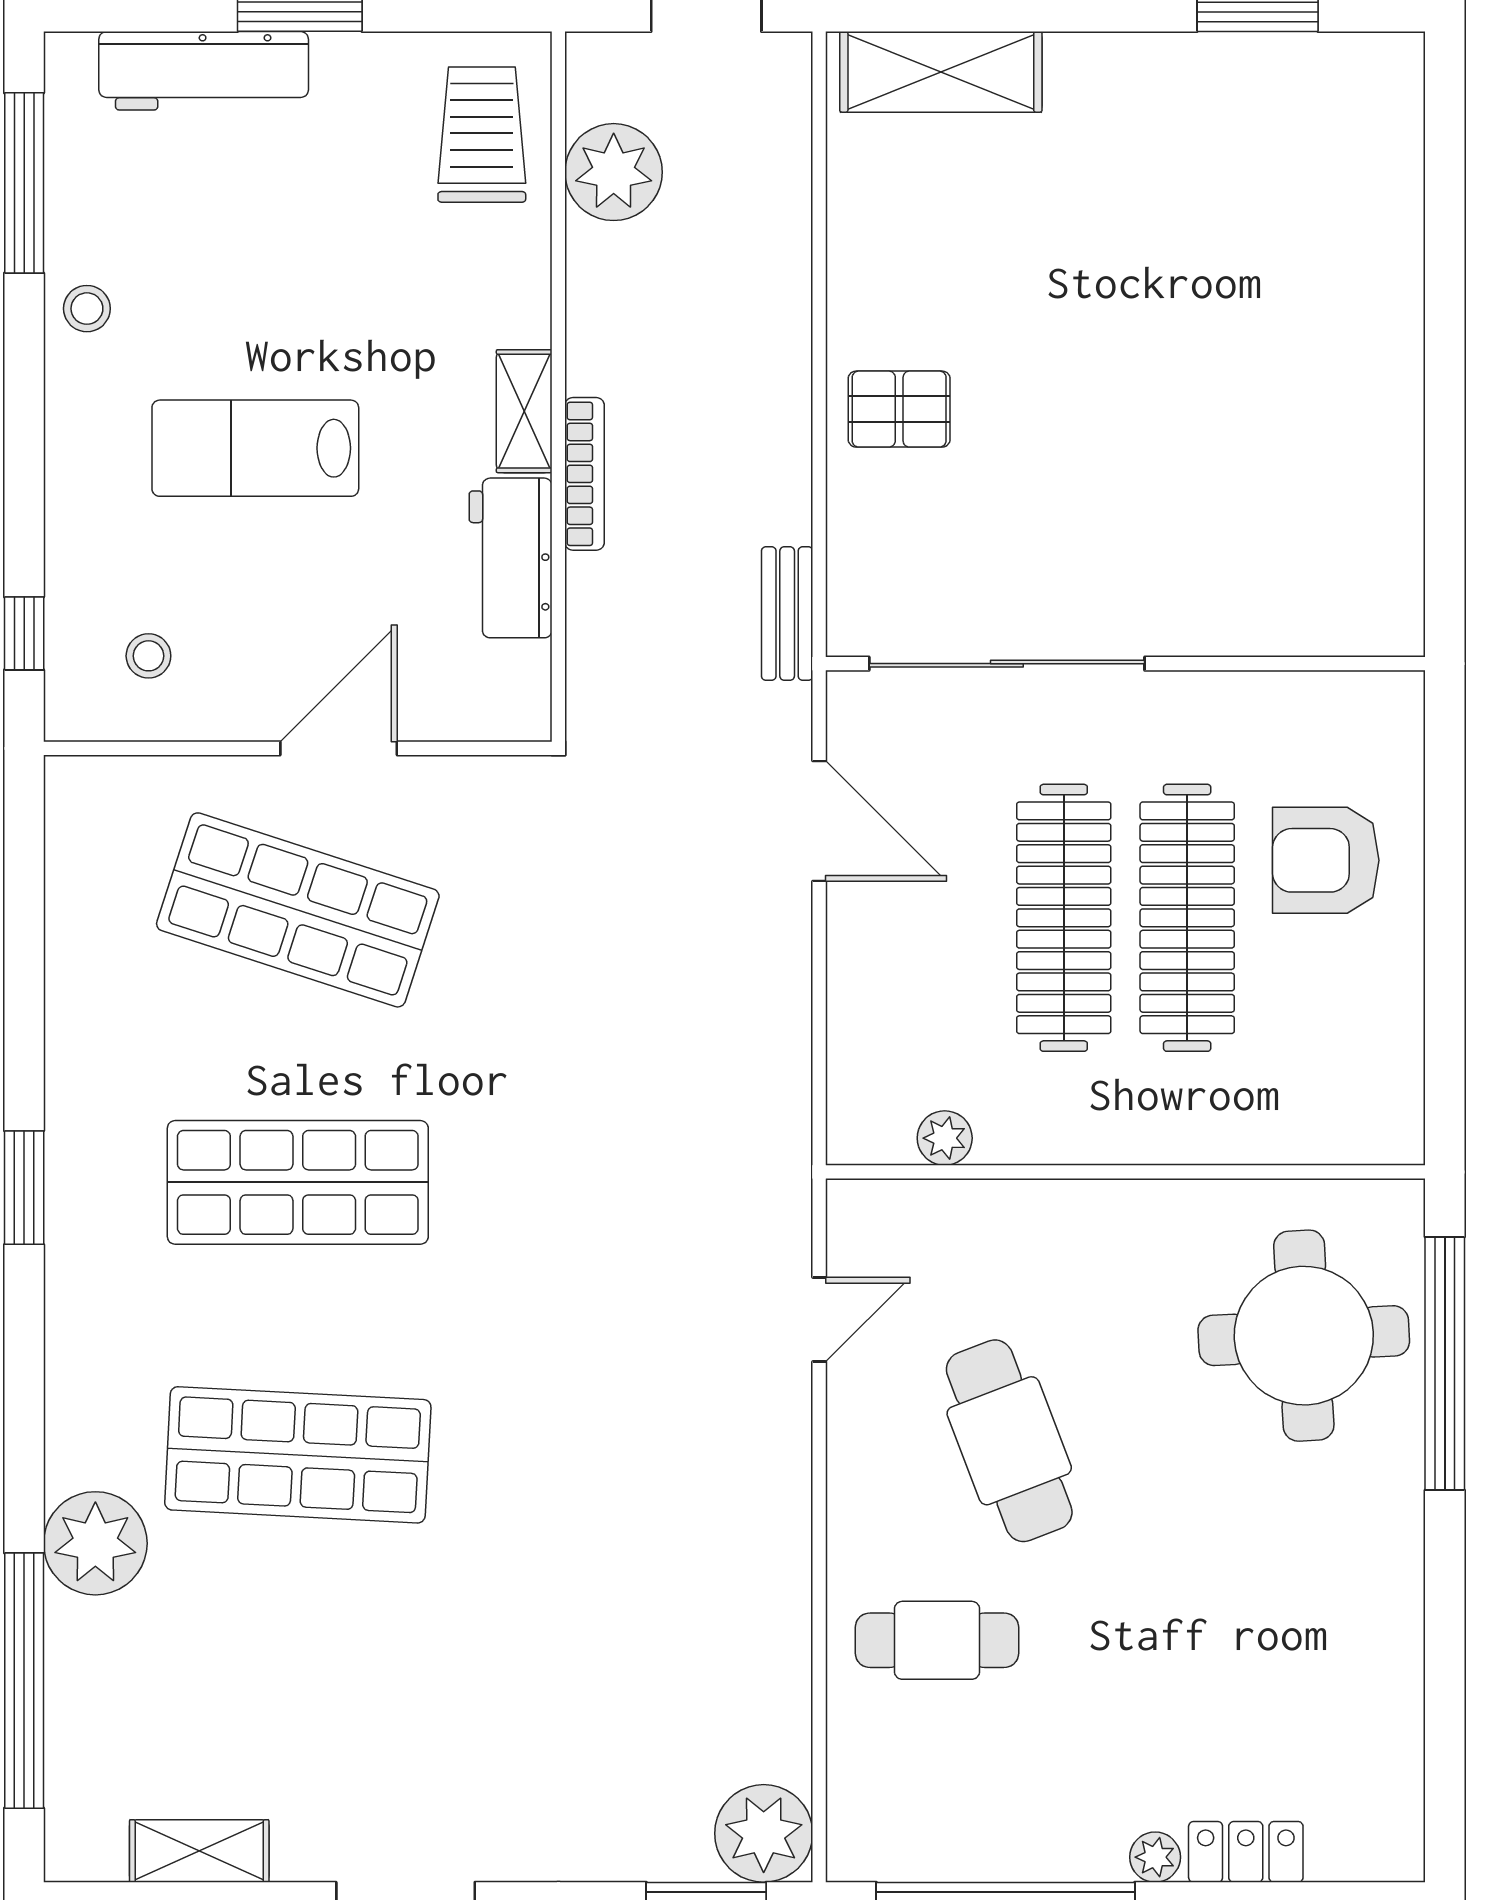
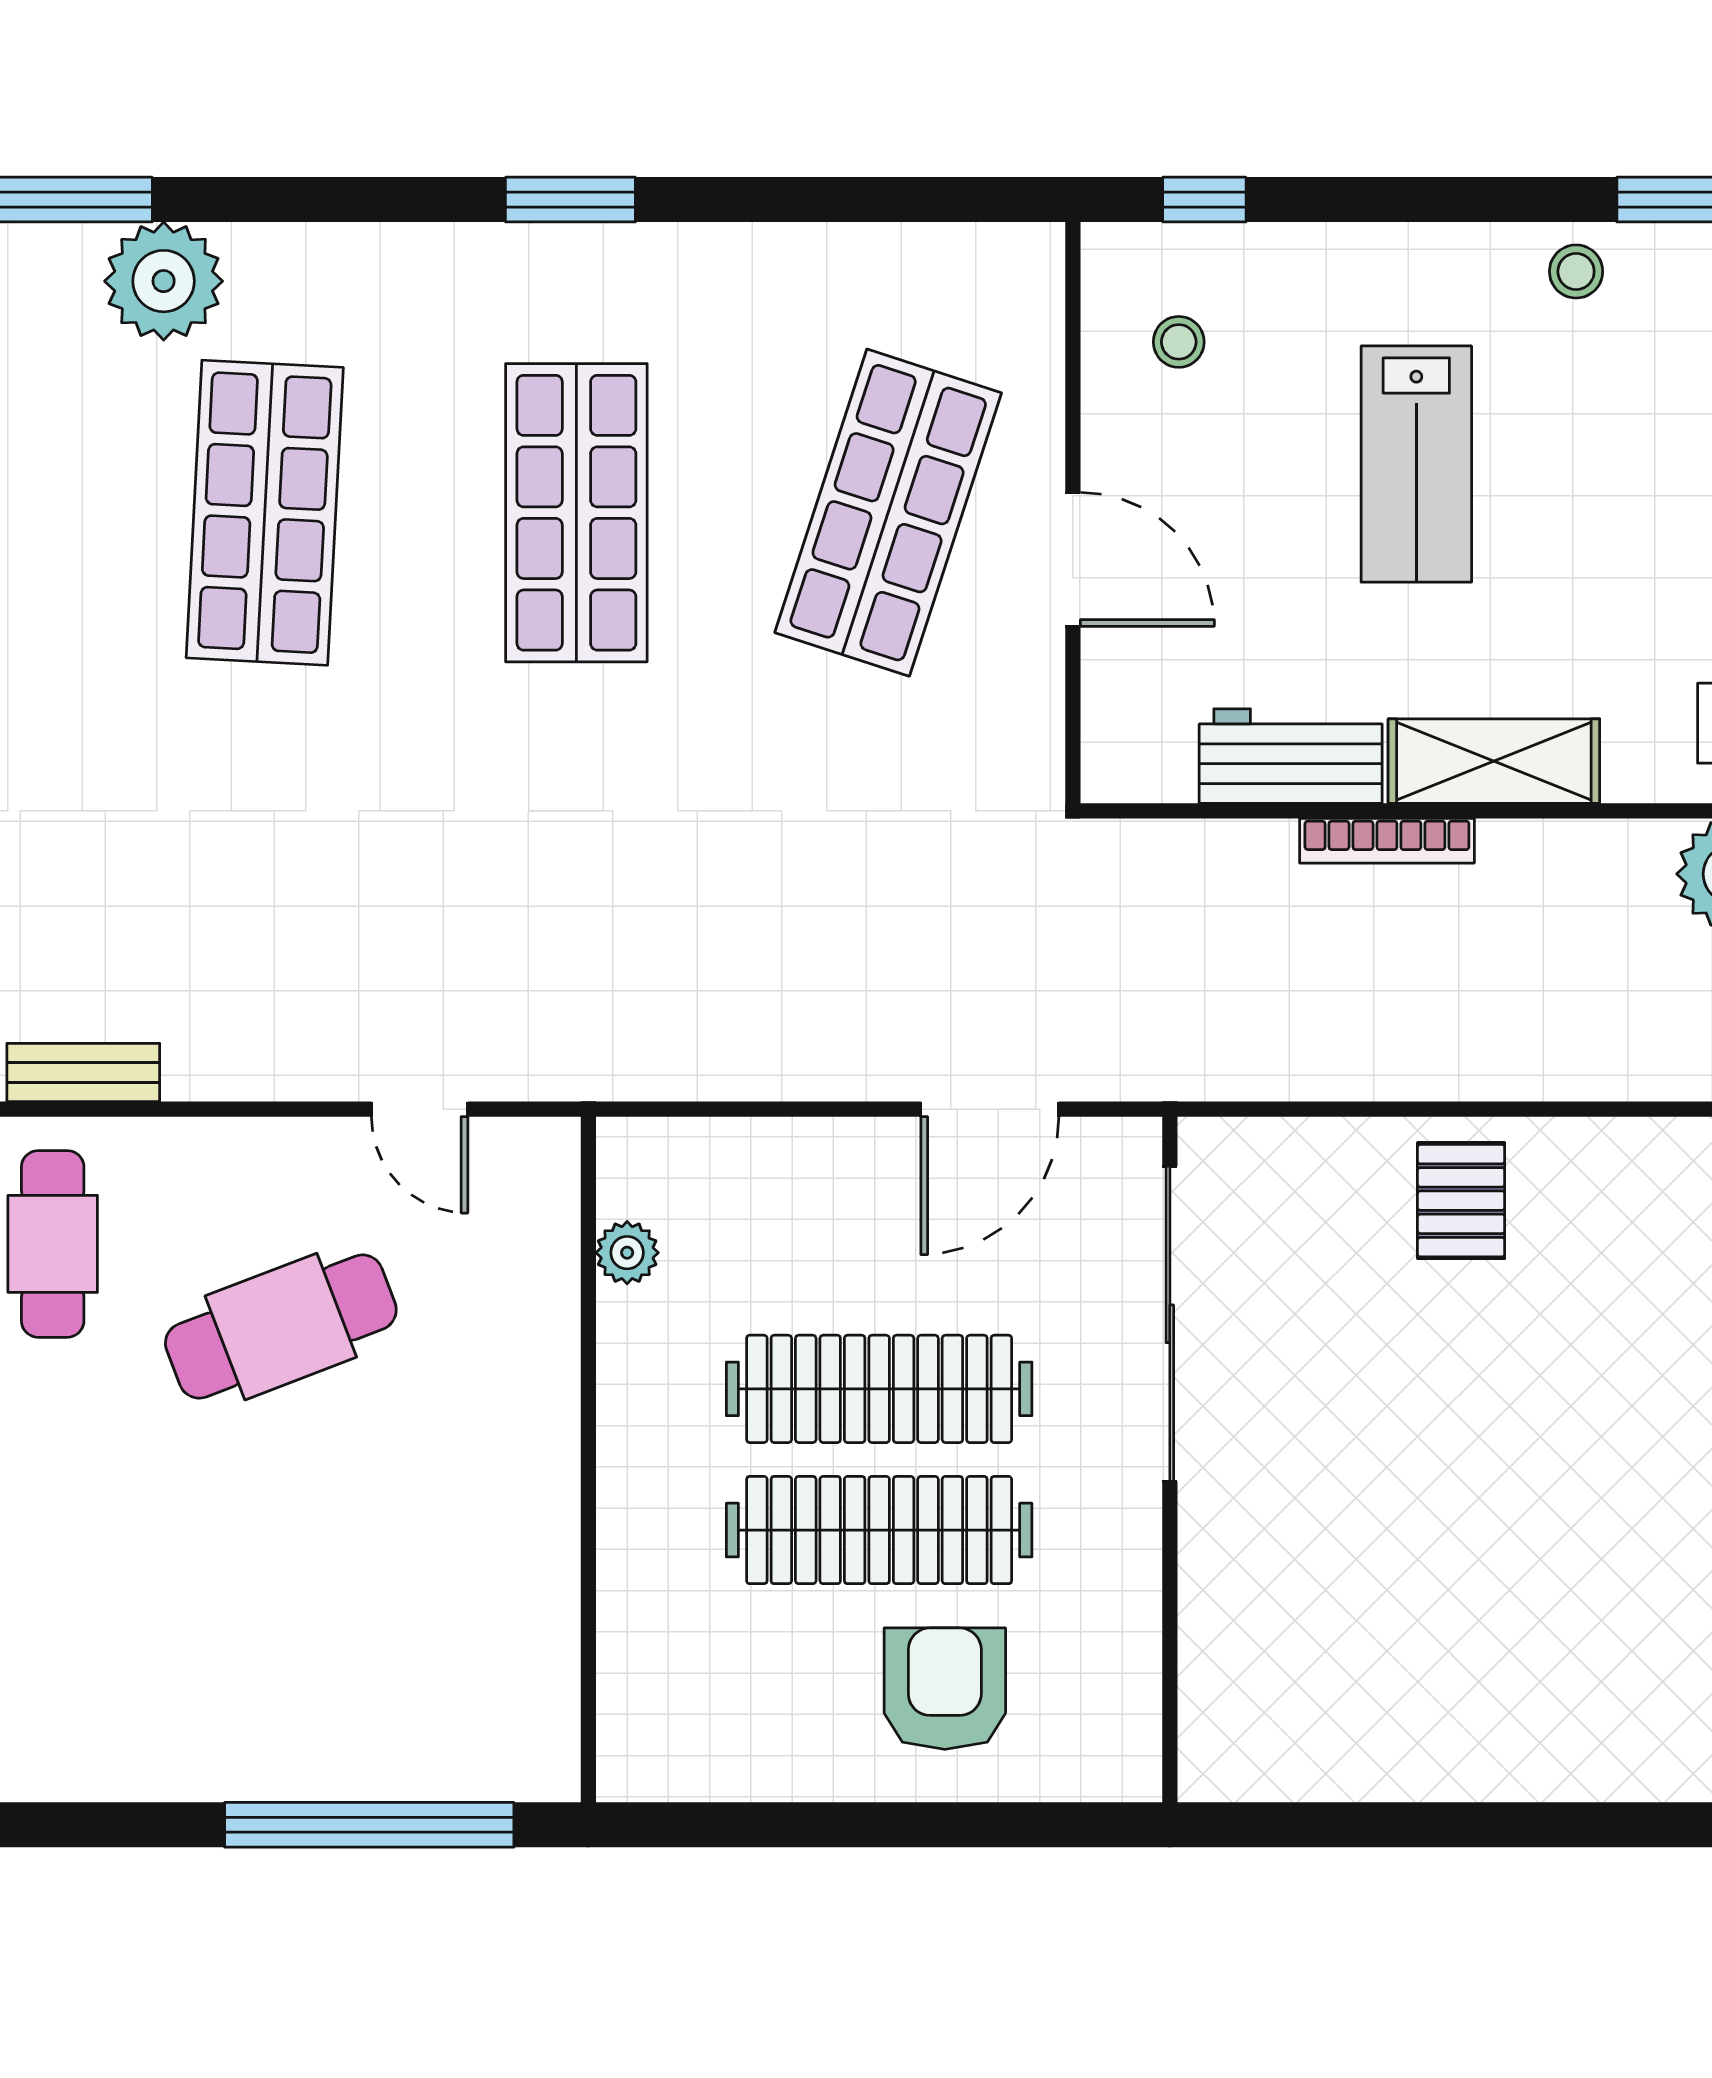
shelving: (524, 411) -> (1494, 761), width x1.50, depth x1.33
lab bench: (255, 448) -> (1416, 464), turned 180
bench: (787, 614) -> (83, 1072), moved
round table: (1304, 1336) -> (401, 1664), removed

